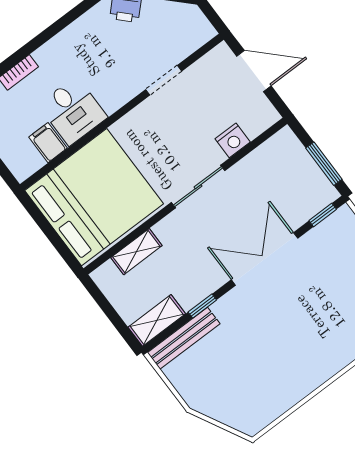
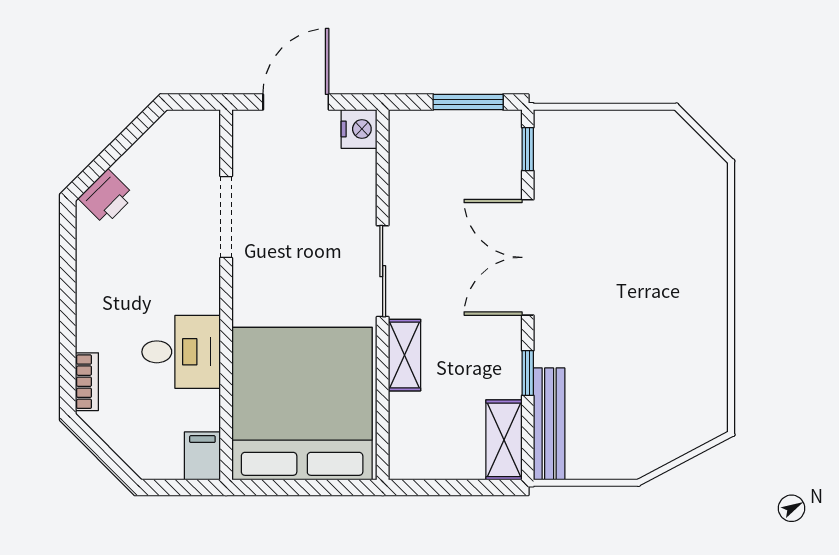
doorway: (164, 80) -> (226, 217), width x1.38
nightstand: (233, 140) -> (359, 129), moved
filing cabinet: (48, 143) -> (202, 456), moved, turned 90
shelving: (136, 252) -> (404, 355), moved

